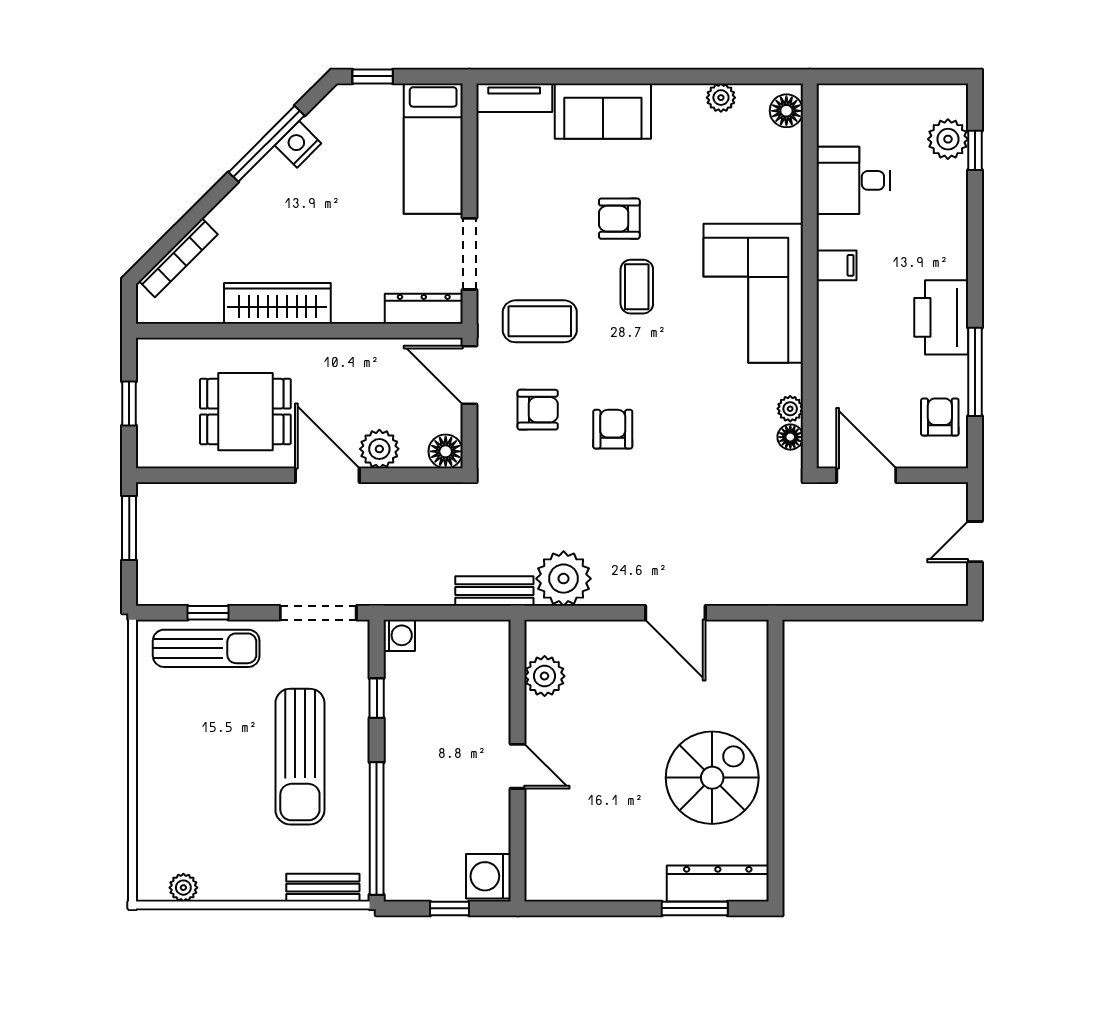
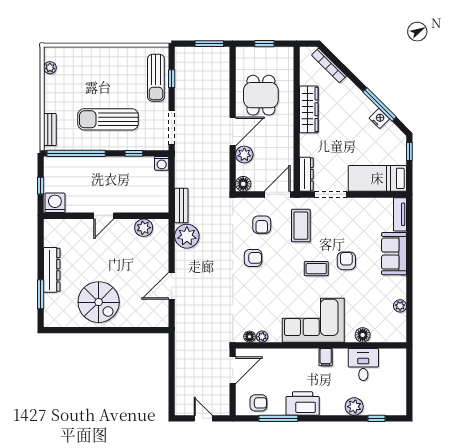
floor lamp: (786, 111) -> (363, 335), moved
plant: (948, 139) -> (354, 407), moved
dresser: (718, 883) -> (52, 270), moved

